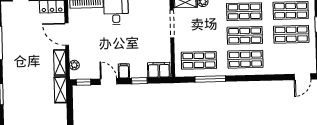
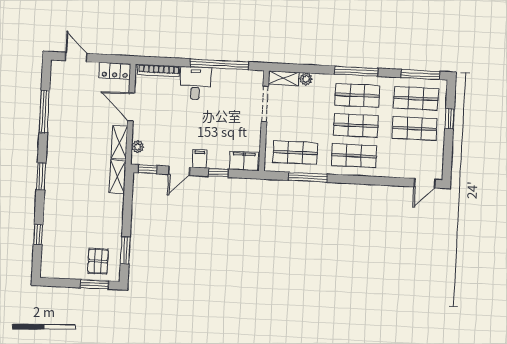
door: (108, 82) -> (179, 171), swing flipped

